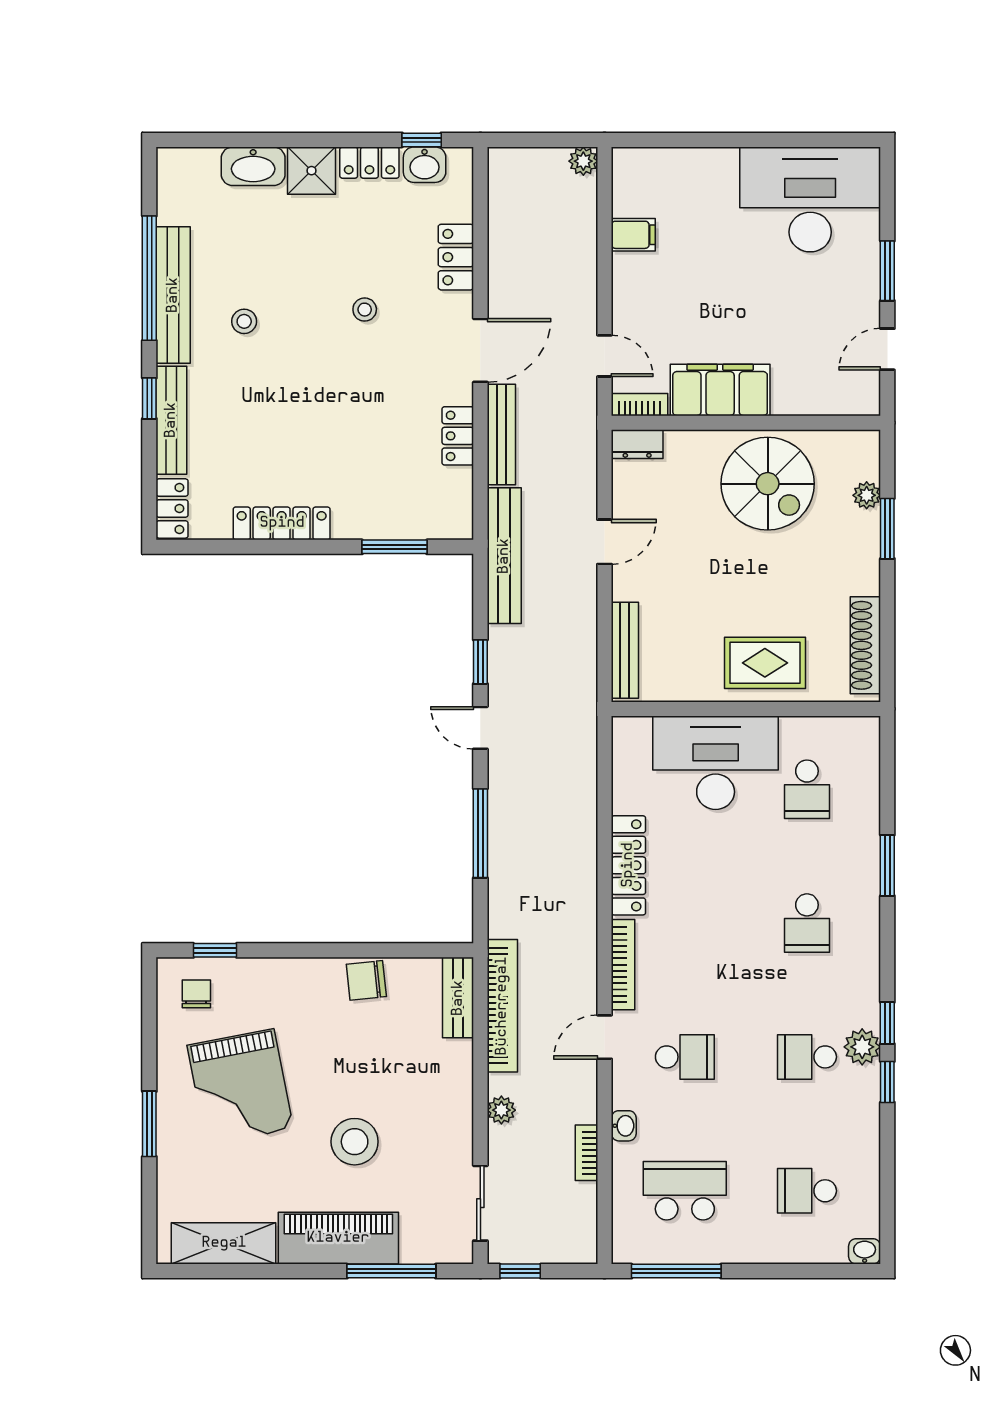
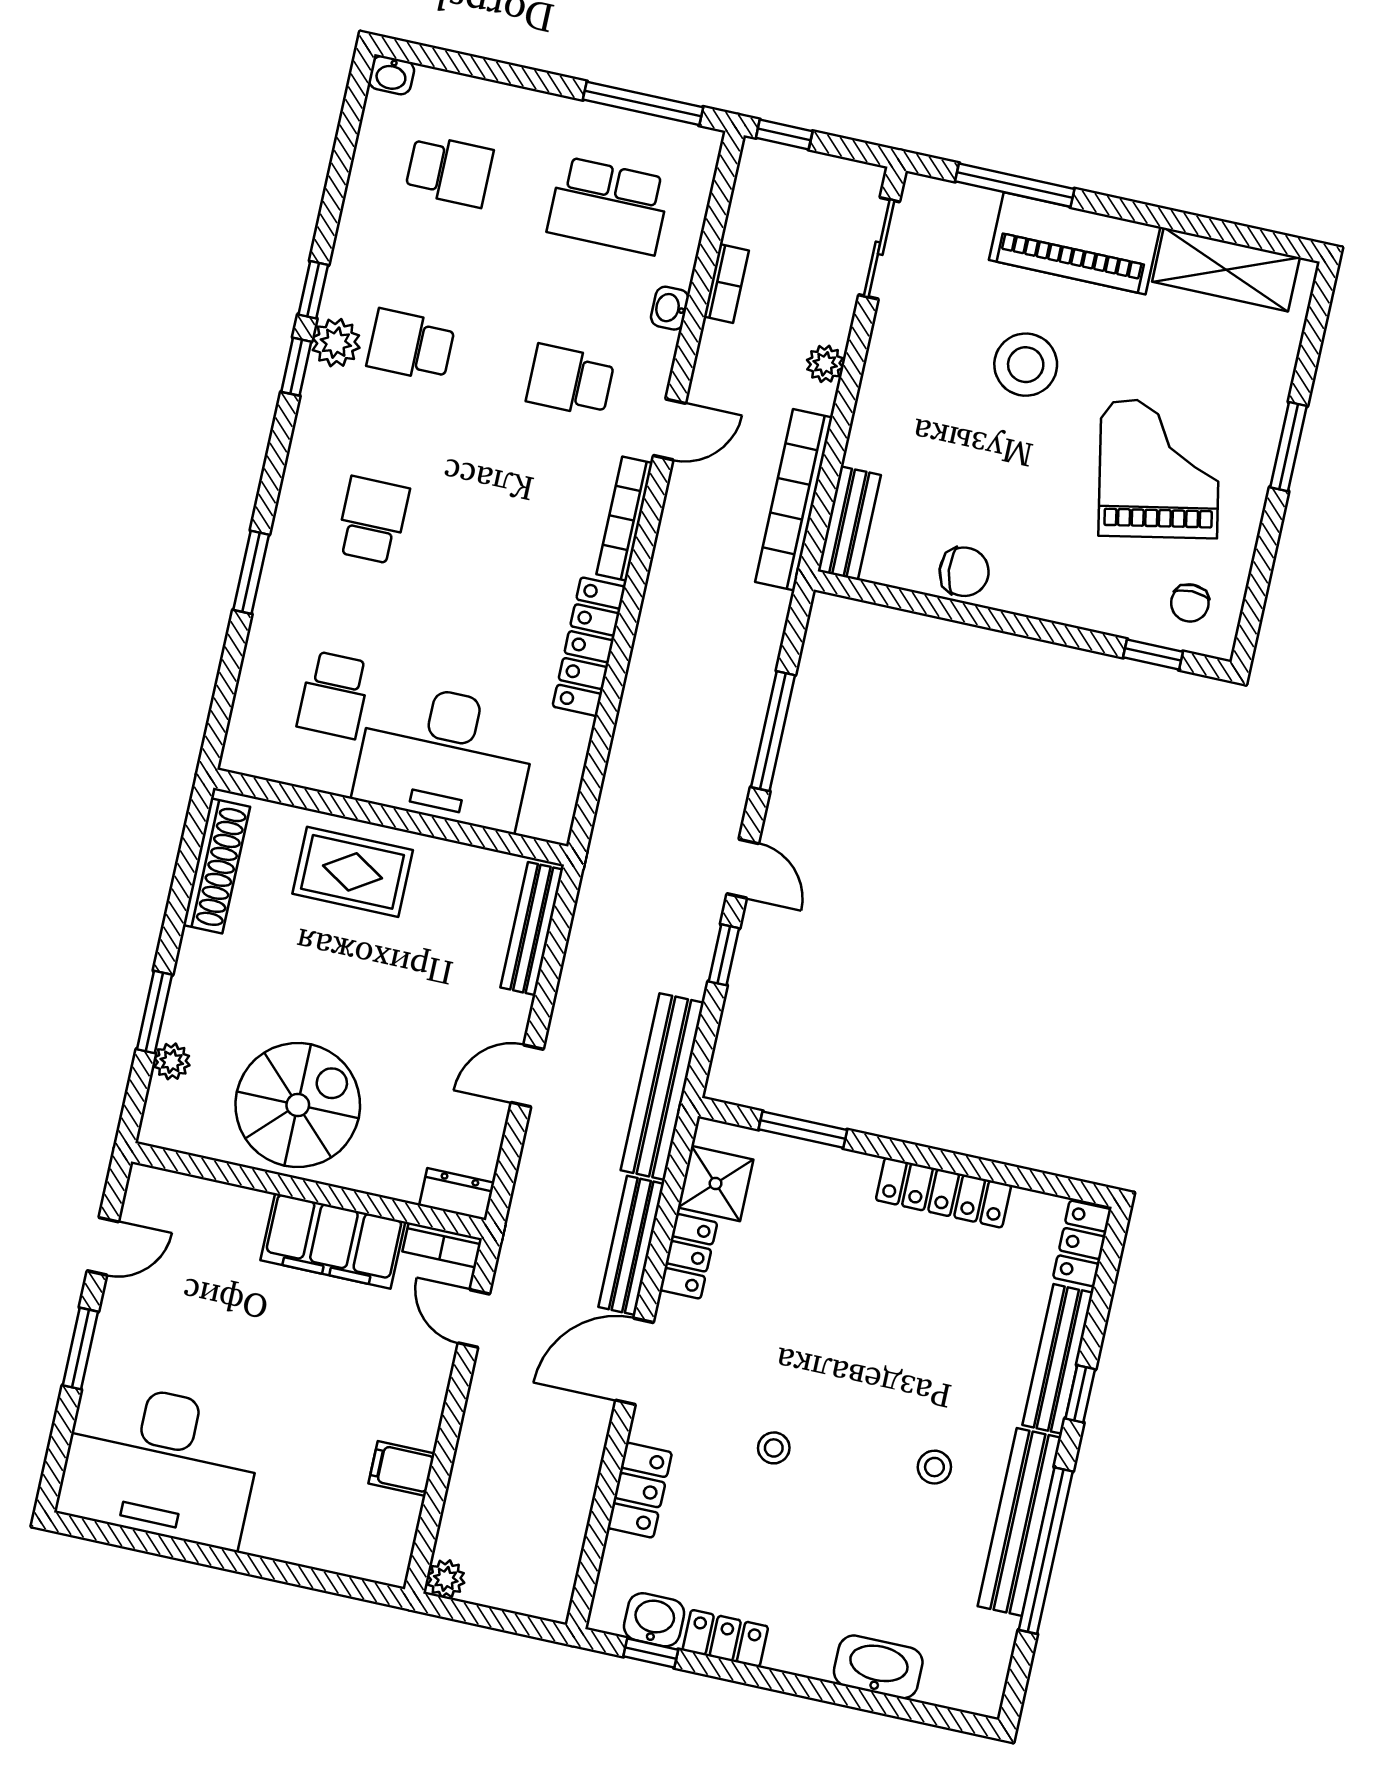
shower: (311, 171) -> (716, 1183), moved
spiral stairs: (768, 484) -> (298, 1105), turned 90
school desk: (807, 789) -> (334, 695), turned 180
school desk: (807, 1057) -> (411, 345), turned 180
window: (520, 1271) -> (784, 134), moved

